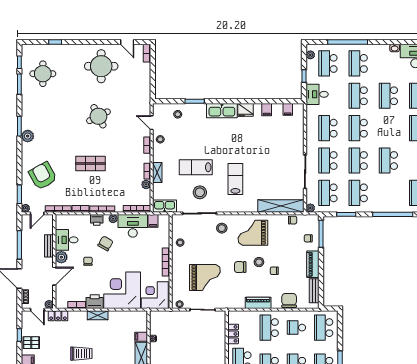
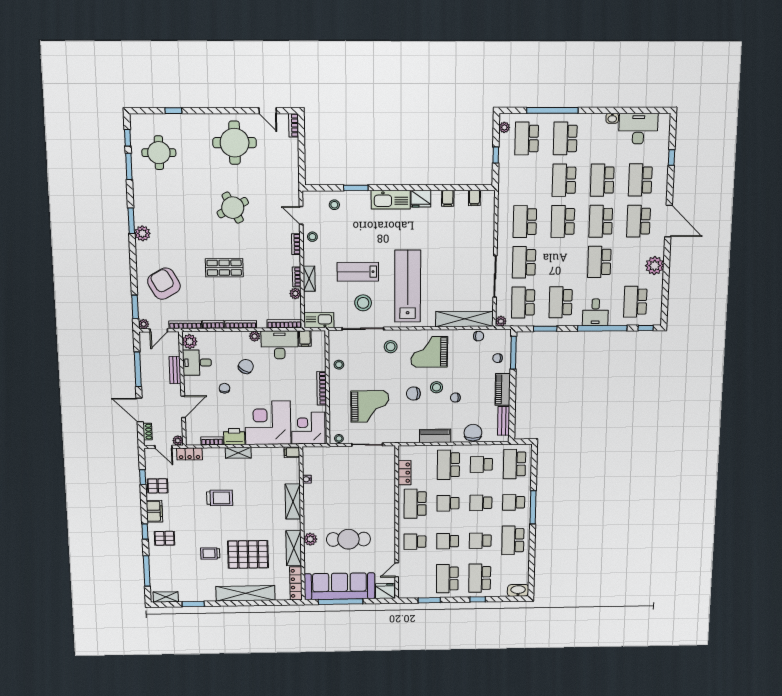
desk: (317, 94) -> (595, 312), moved, turned -90
school desk: (358, 161) -> (601, 221), moved
lab bench: (235, 179) -> (408, 286), width x1.86, depth x1.39
printer: (97, 220) -> (234, 338), removed
plant: (61, 257) -> (190, 342), moved
filing cabinet: (141, 337) -> (292, 452), moved

